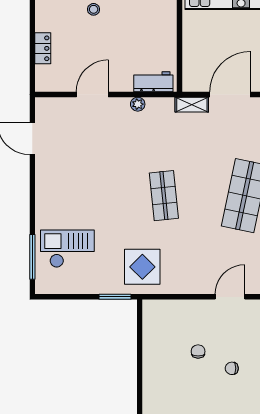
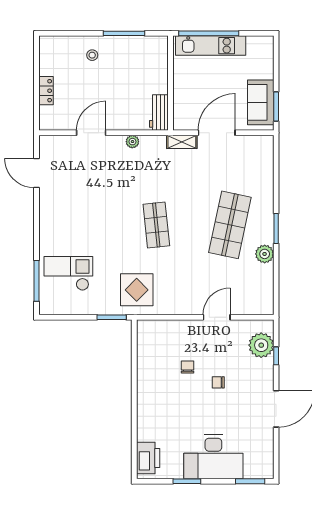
workbench: (153, 82) -> (159, 112), moved, turned -90

